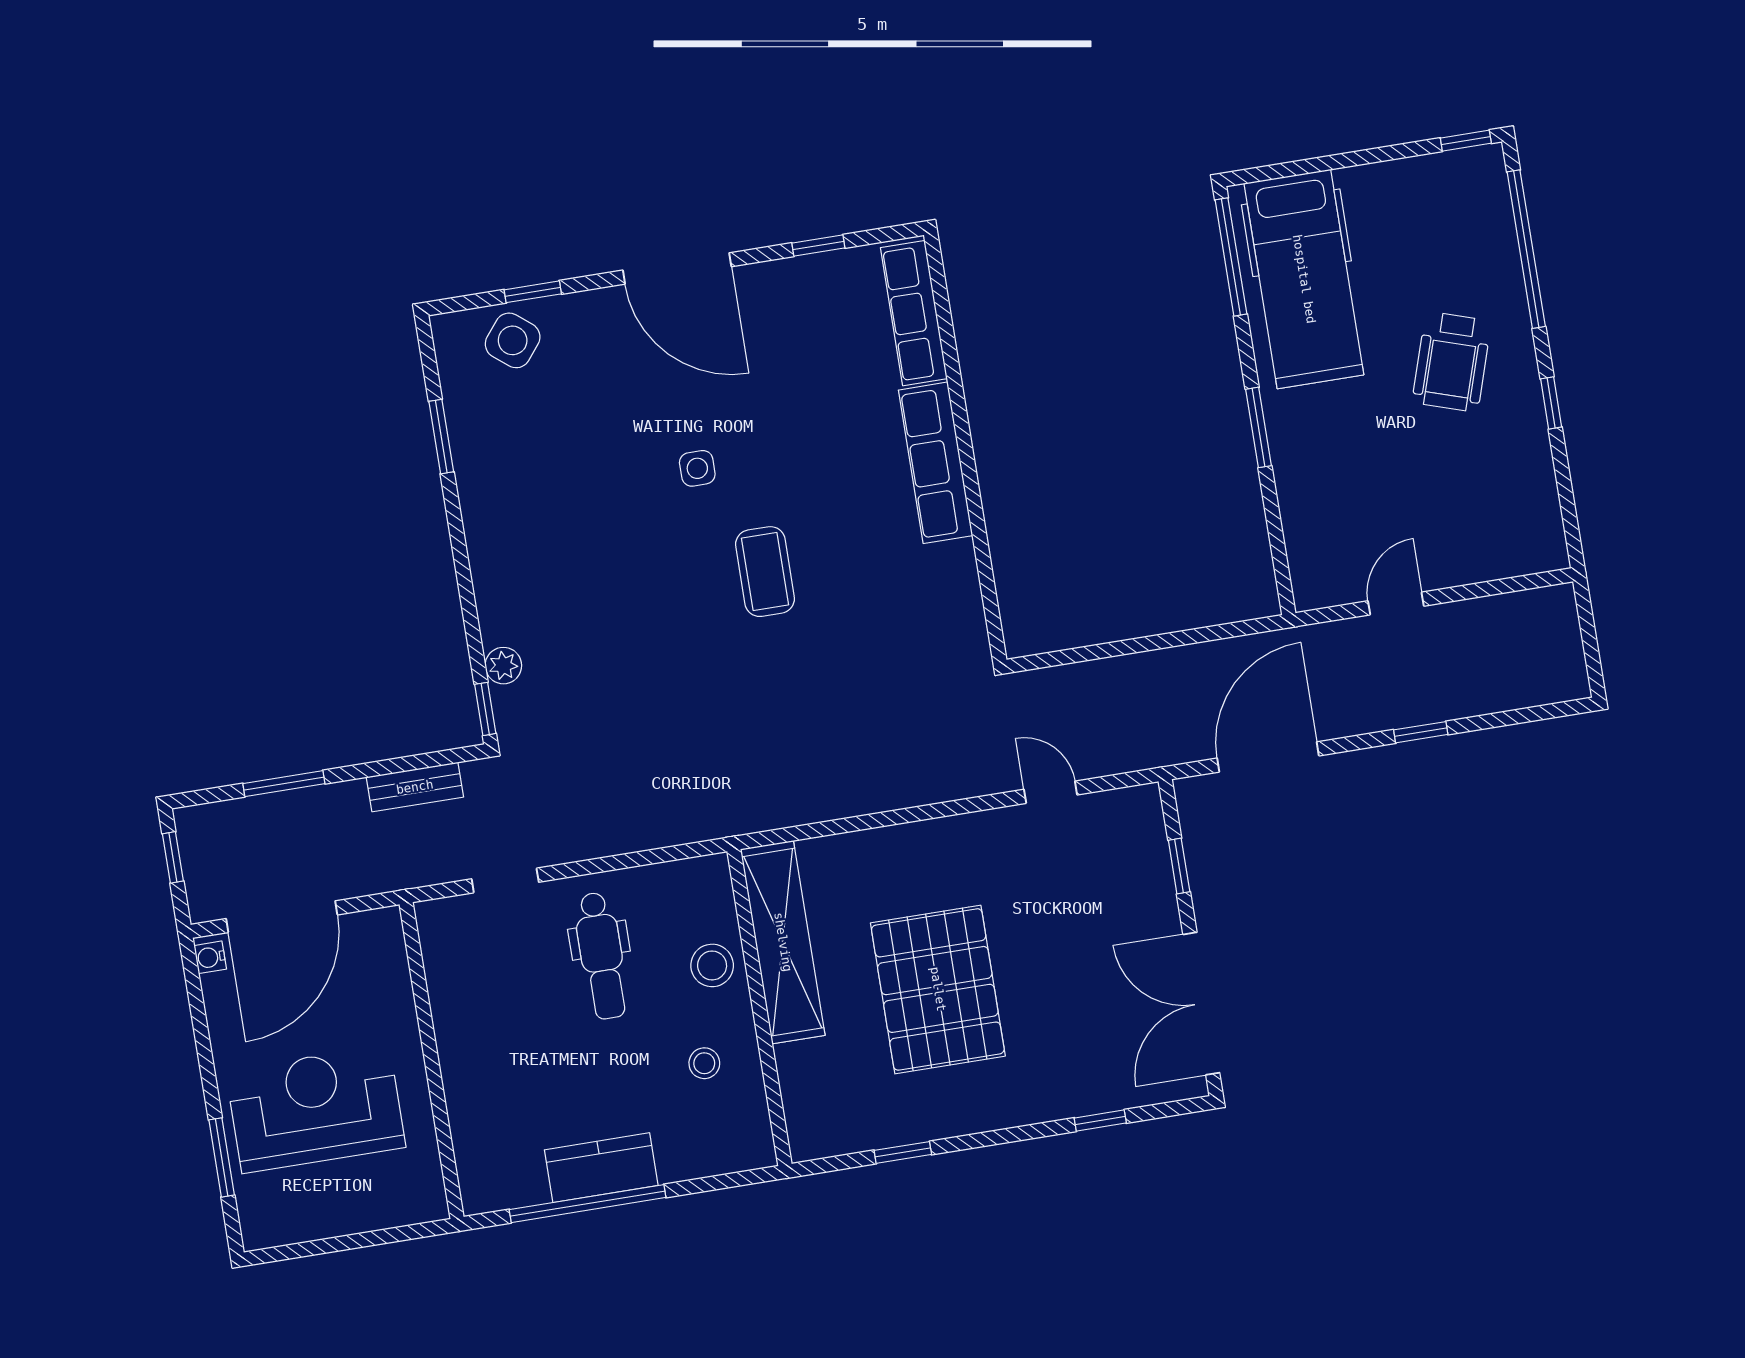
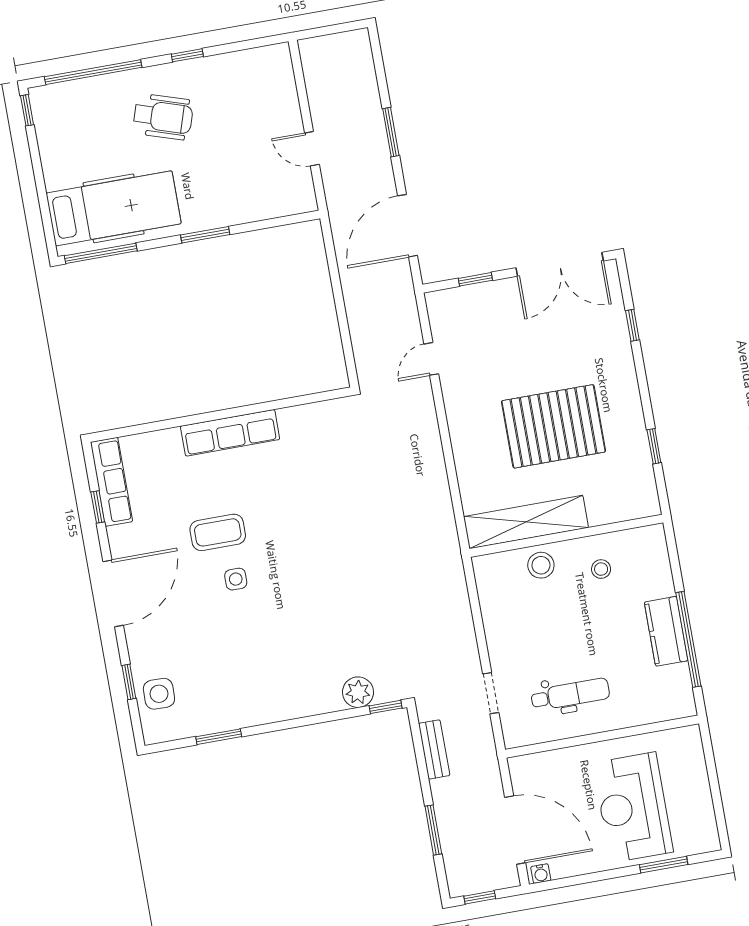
row of seats: (914, 313) -> (111, 482), moved, turned -90
side table: (513, 340) -> (159, 694), turned -38
coffee table: (765, 572) -> (218, 532), moved
plant: (503, 666) -> (358, 692), width x1.38, depth x1.38
window: (1421, 732) -> (391, 132), width x1.50
door: (1268, 757) -> (408, 226), hinge flipped
dental chair: (601, 956) -> (570, 694), moved

